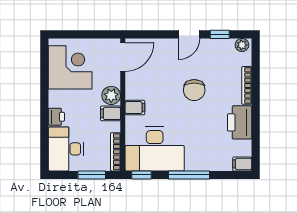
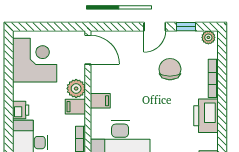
door: (123, 57) -> (88, 50), hinge flipped
chair: (194, 90) -> (170, 69), moved, turned 180

